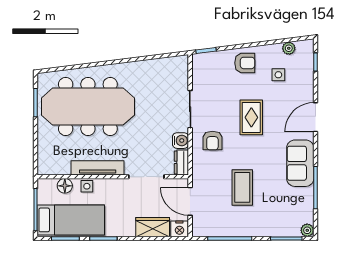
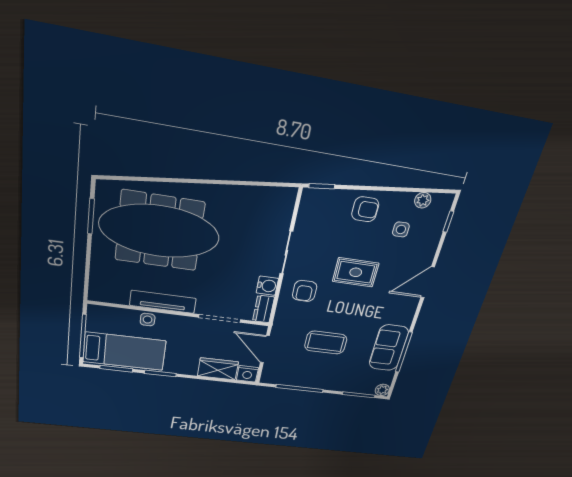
rug: (251, 117) -> (356, 272), turned 90
sofa: (300, 163) -> (389, 348), moved
floor lamp: (65, 186) -> (121, 316), removed
coffee table: (242, 187) -> (326, 343), turned 90

